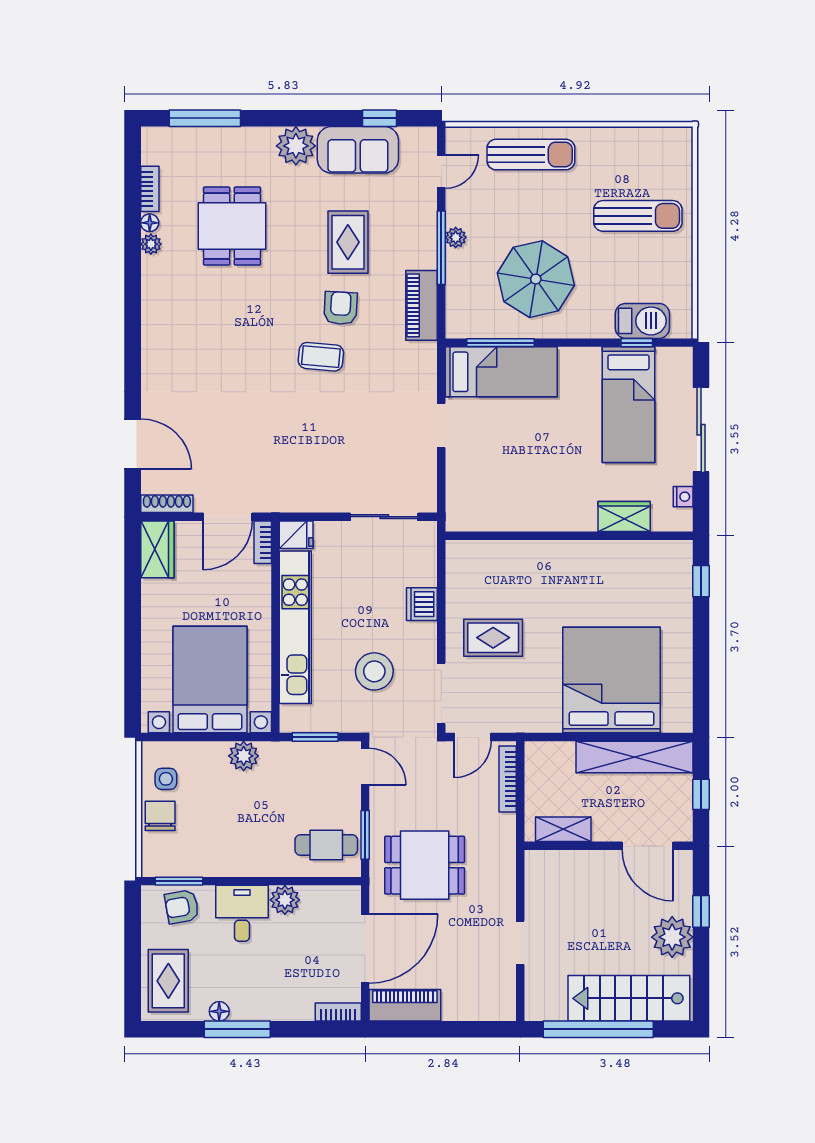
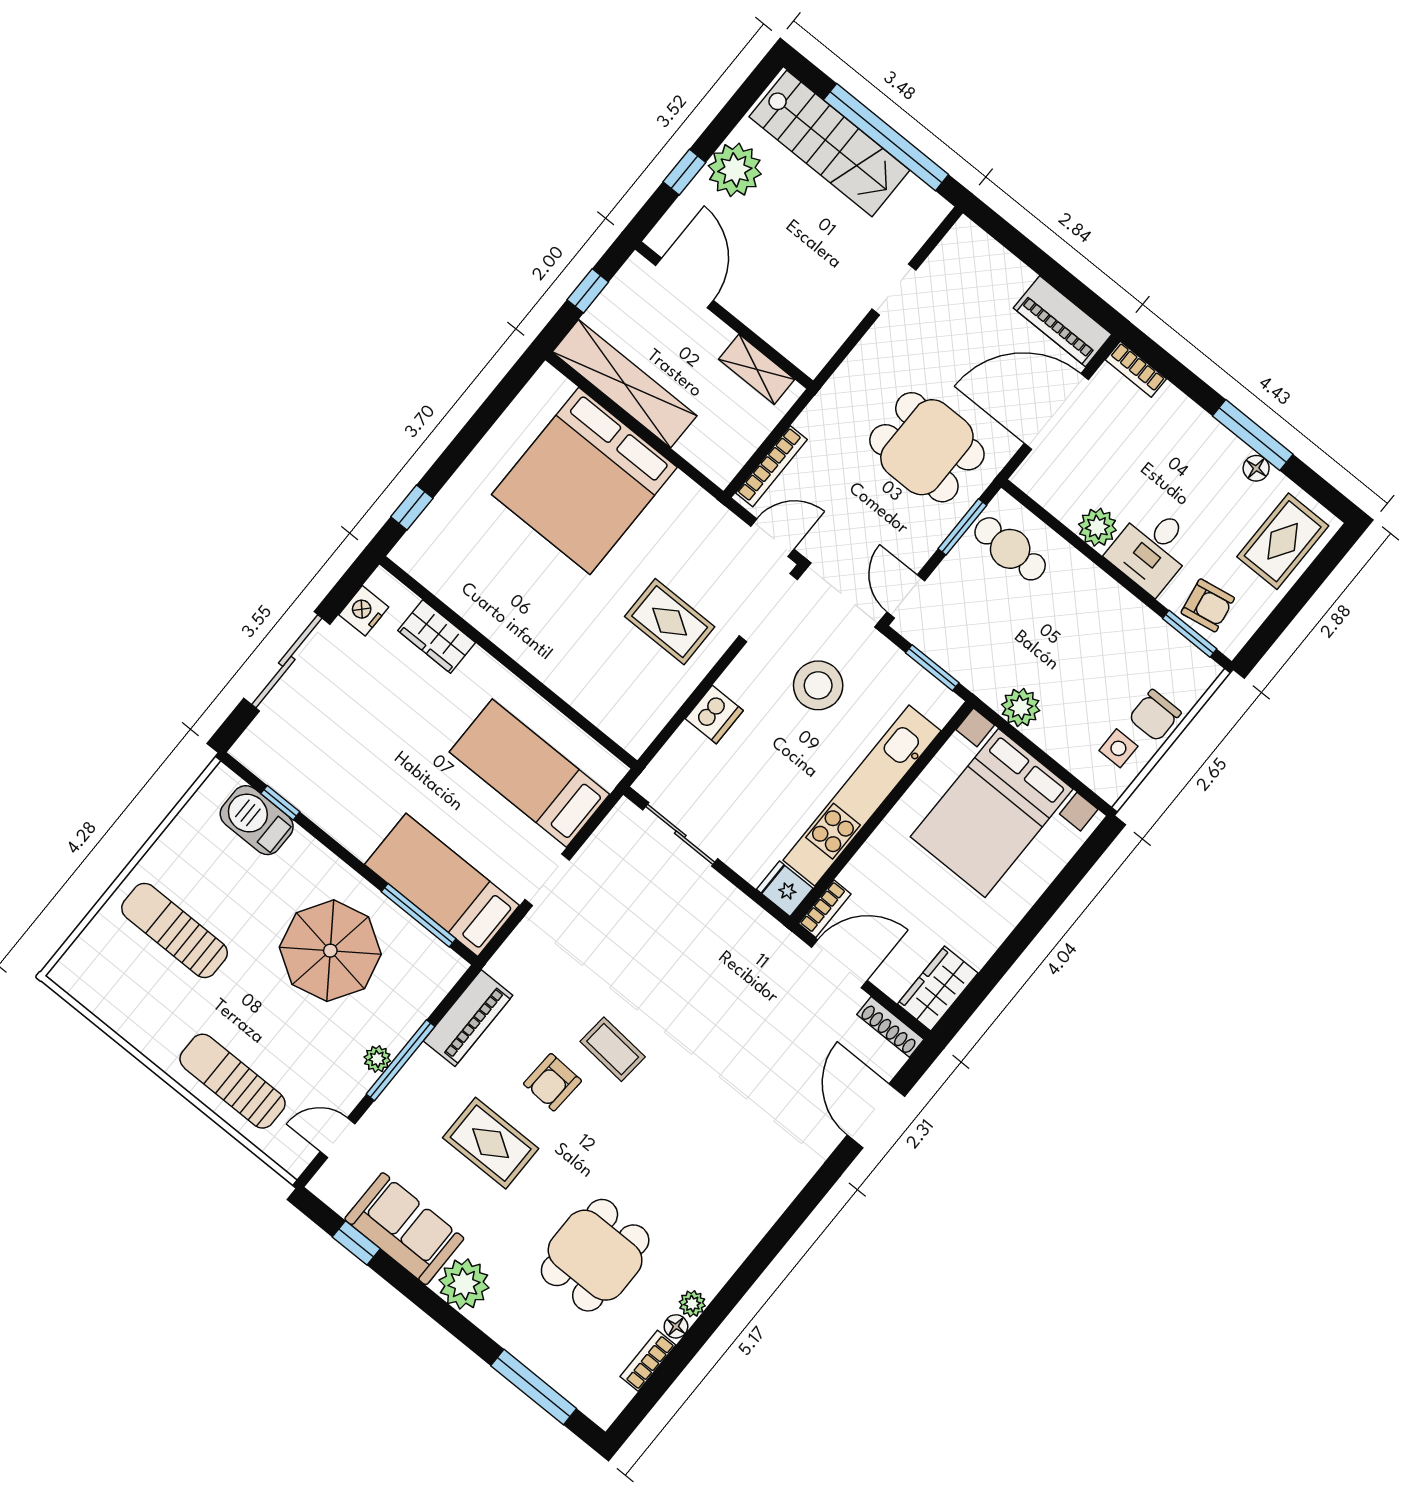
rug: (348, 242) -> (491, 1143), turned 90
bed: (628, 405) -> (529, 773), moved, turned -90
nightstand: (683, 497) -> (364, 611), width x1.39, depth x1.35

